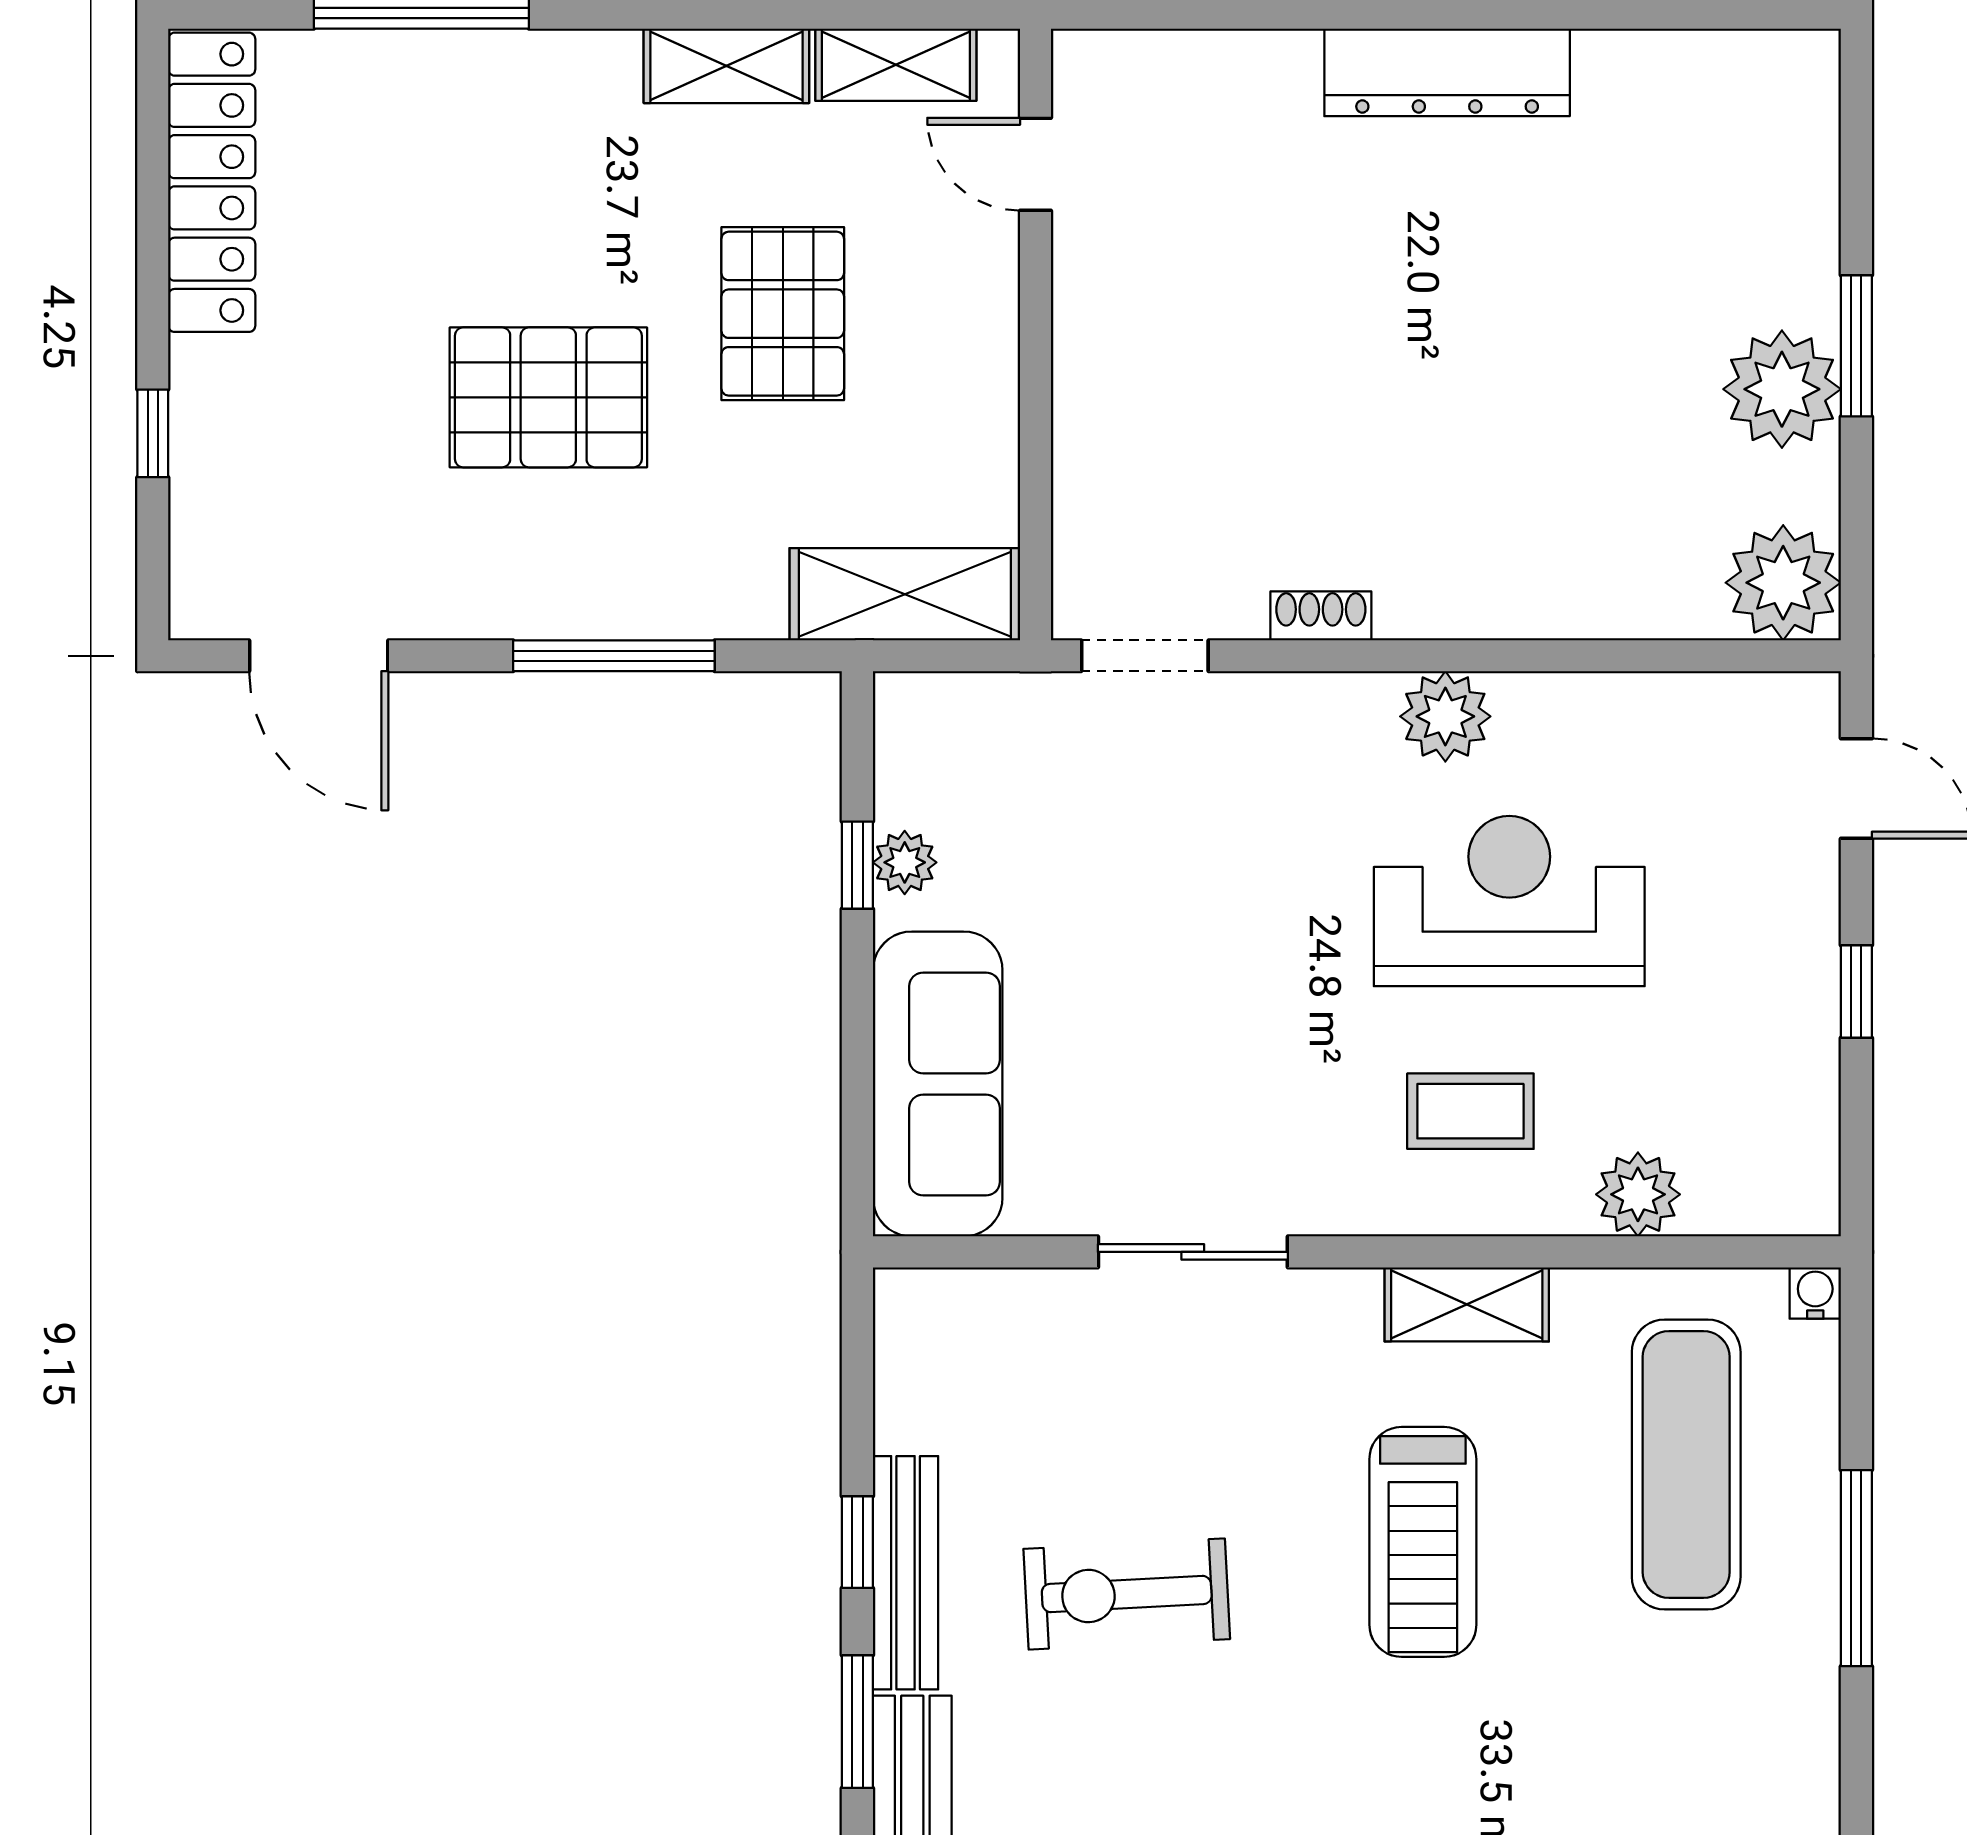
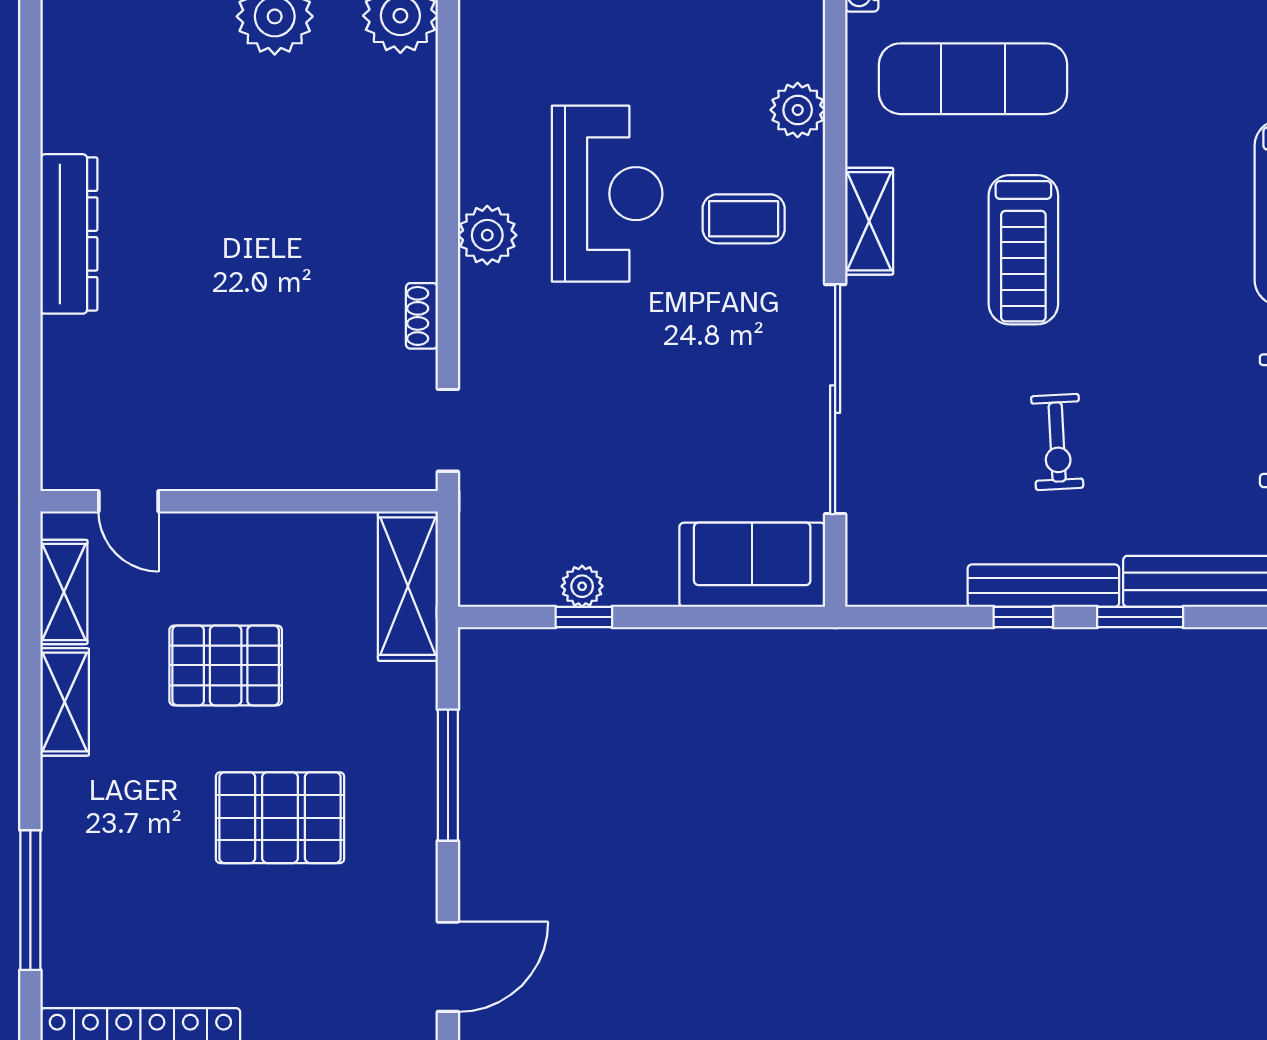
door: (1035, 164) -> (129, 501), hinge flipped
pallet: (548, 397) -> (280, 818), turned 90
reception desk: (1509, 901) -> (607, 194), turned 180
sofa: (938, 1084) -> (752, 565), width x0.73
coffee table: (1470, 1111) -> (744, 219), turned 90
sliding door: (1193, 1252) -> (835, 399), width x1.86
treadmill: (1423, 1542) -> (1023, 250), turned 90
exercise bike: (1127, 1594) -> (1057, 442), width x0.73, depth x0.72

